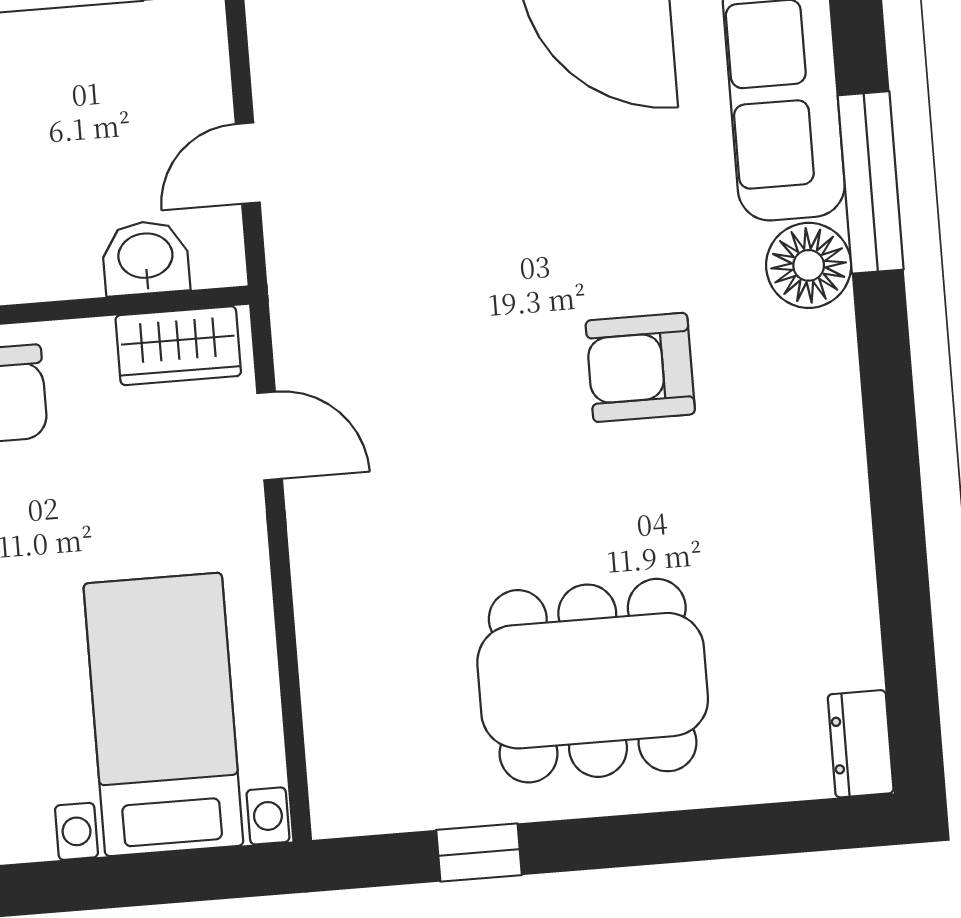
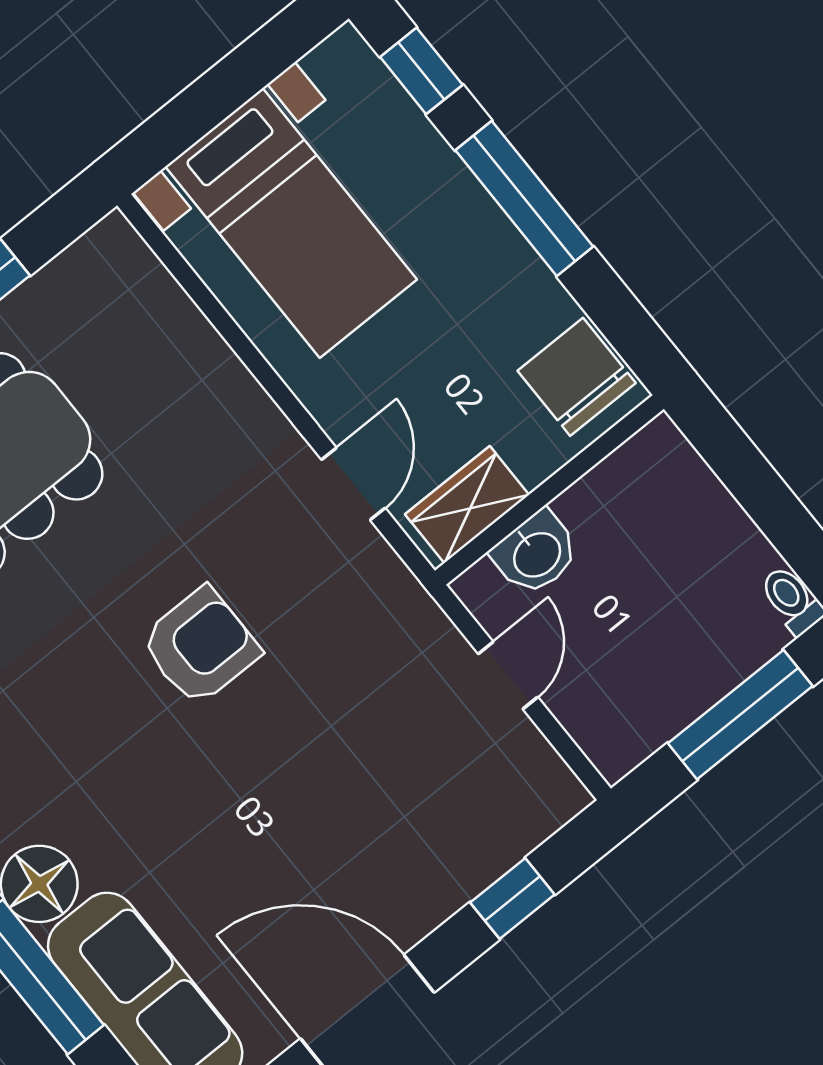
armchair: (640, 367) -> (200, 646), moved
door: (270, 436) -> (353, 484), swing flipped

